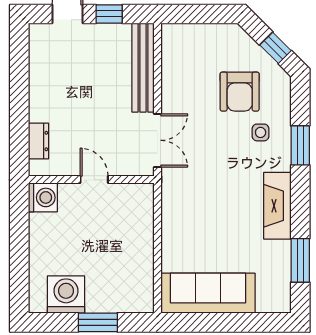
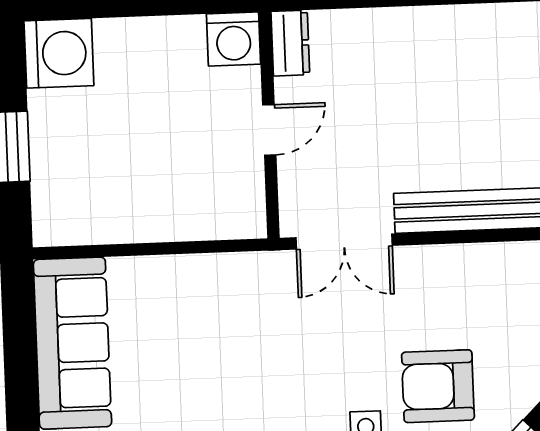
dresser: (38, 141) -> (290, 43), moved, turned -90
washing machine: (66, 295) -> (59, 53), moved

